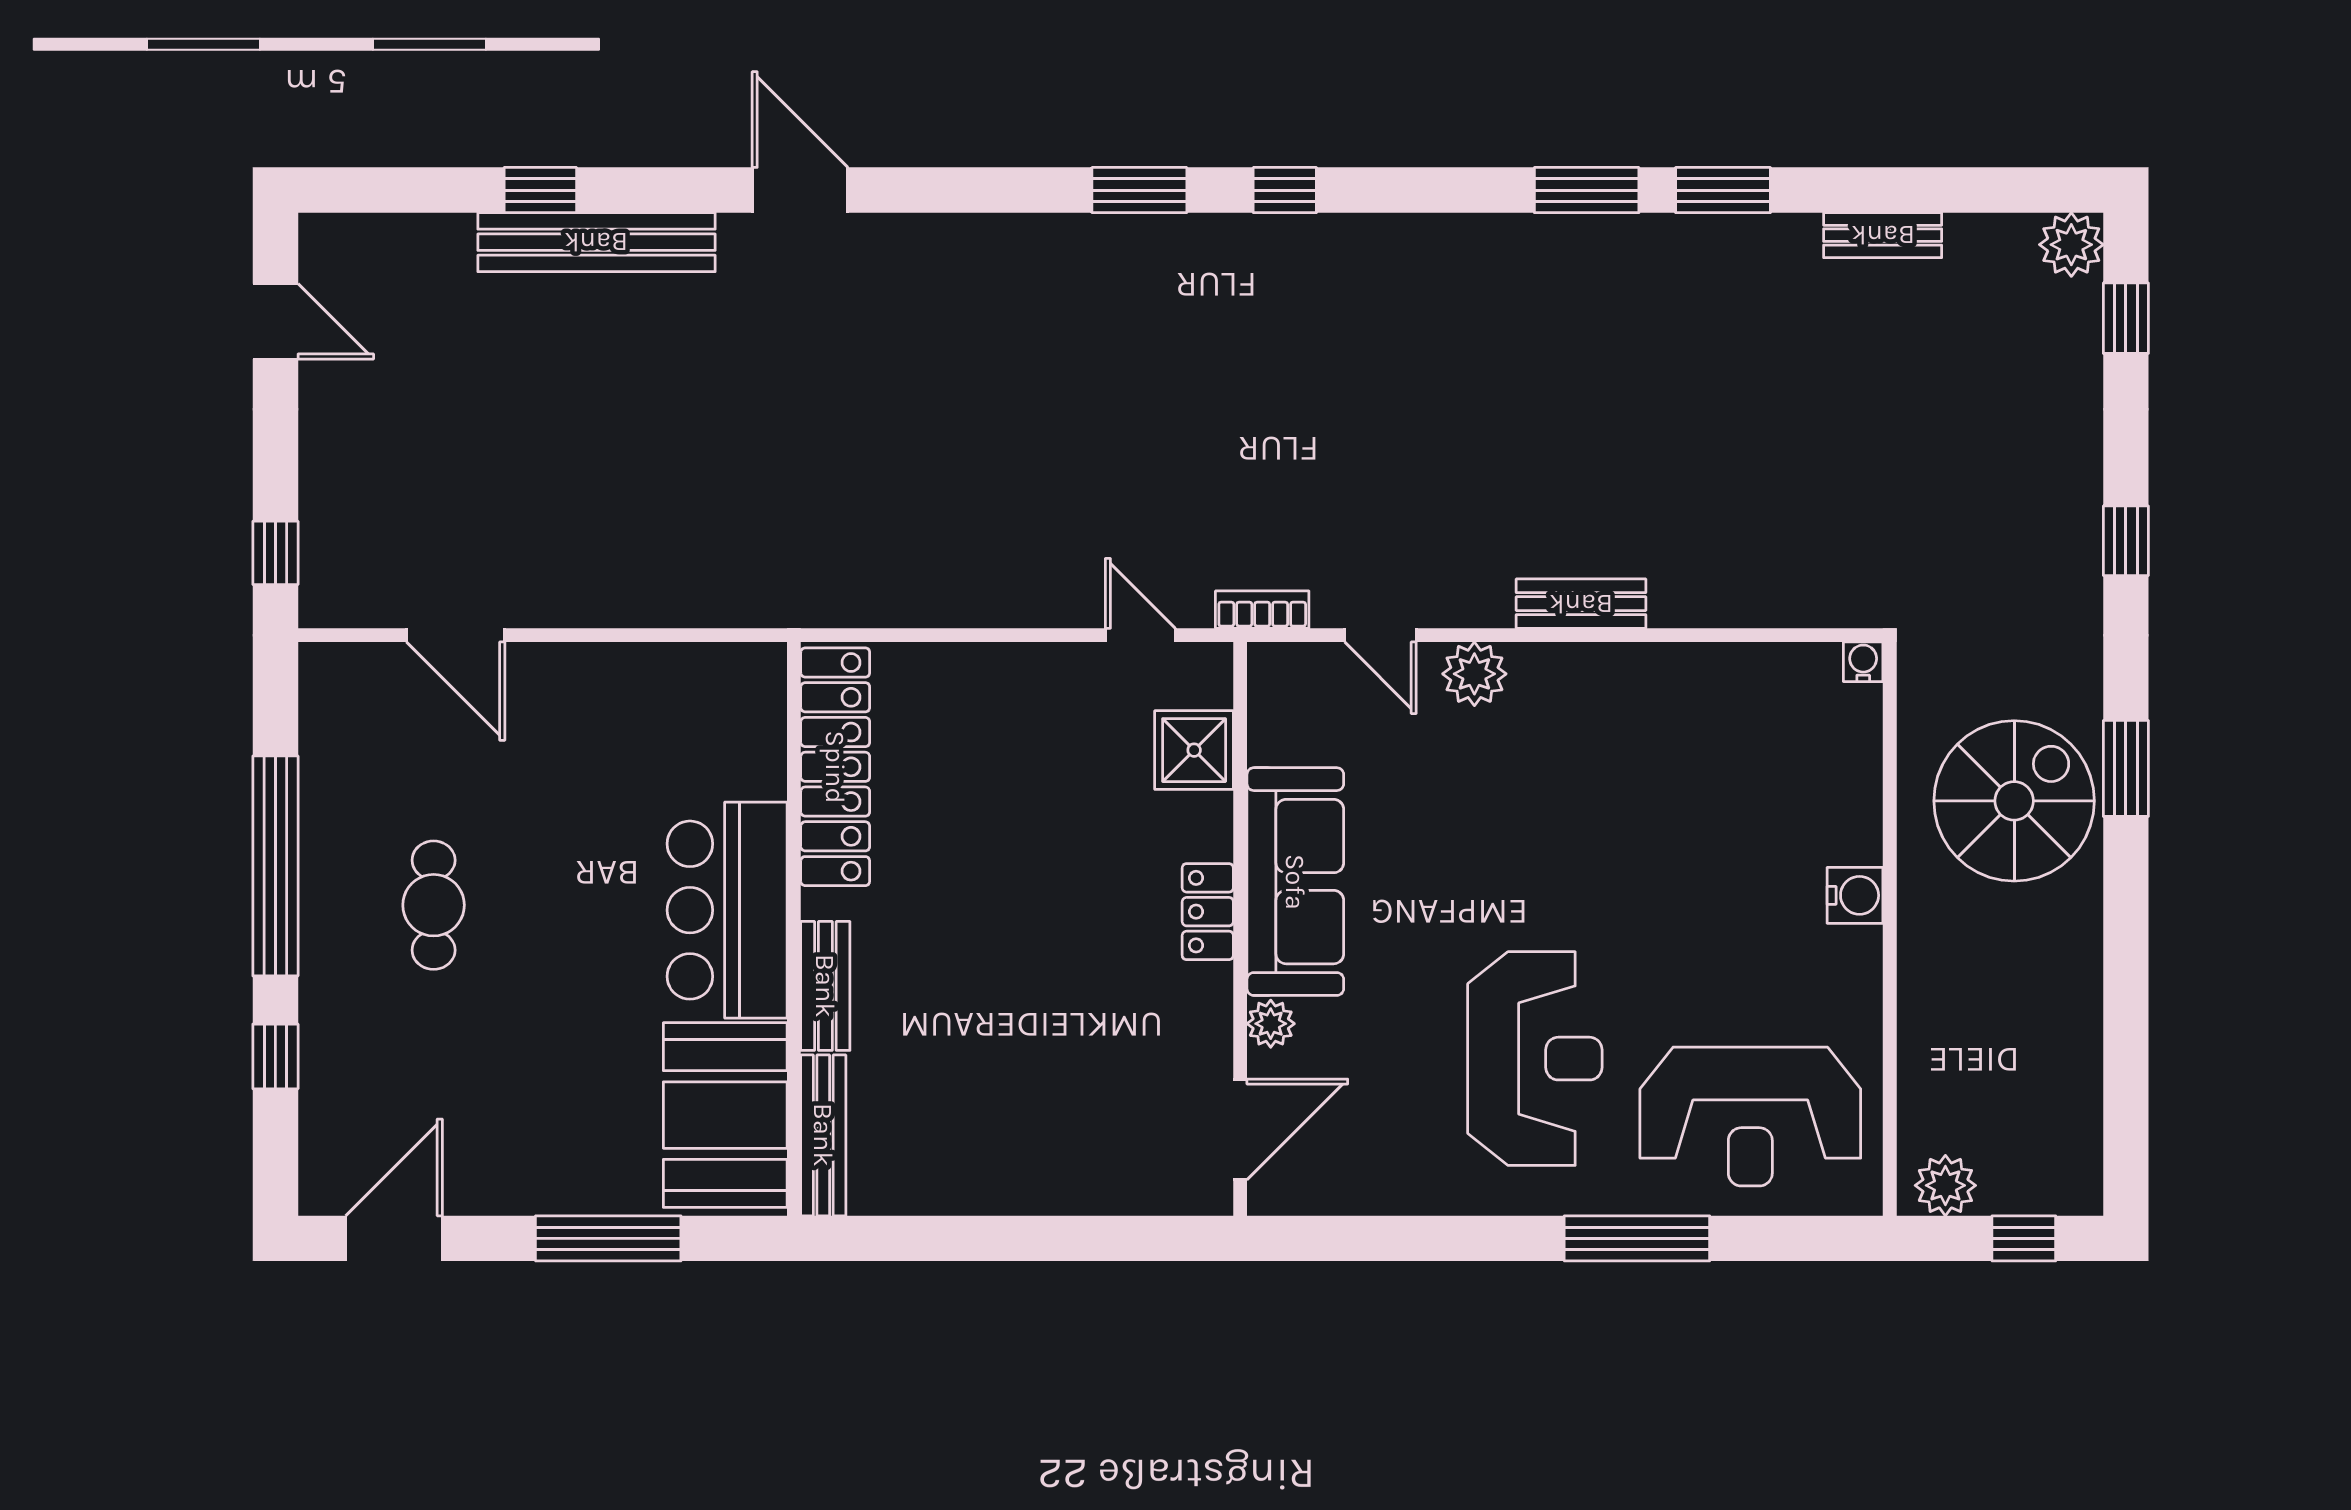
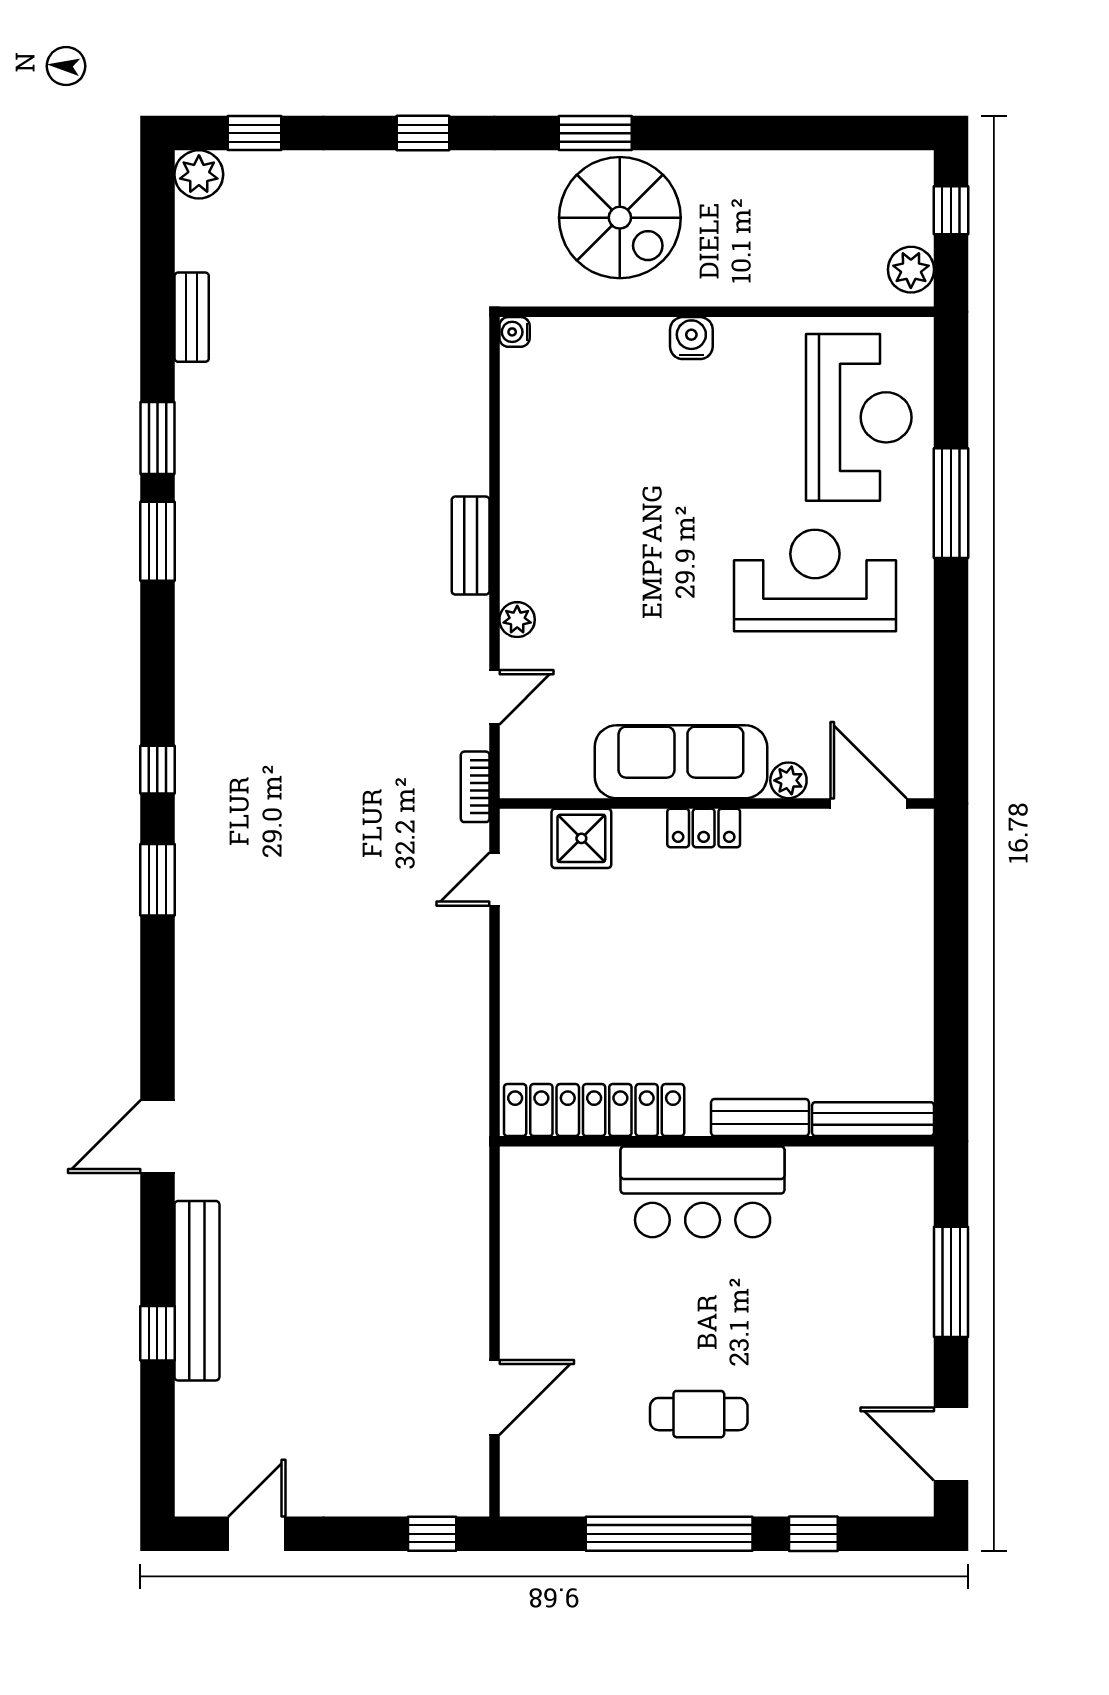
plant: (1474, 674) -> (517, 620), width x0.73, depth x0.73
spiral stairs: (2014, 801) -> (620, 218), turned 180
booth: (725, 1115) -> (858, 1193), removed

